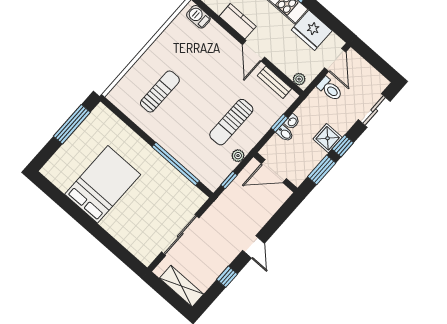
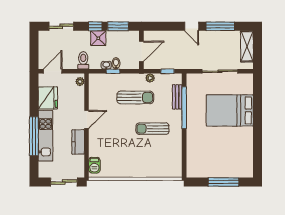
bench: (274, 82) -> (177, 97), moved
toilet: (330, 89) -> (83, 60), moved
sun lounger: (160, 92) -> (152, 129), moved
window: (72, 124) -> (223, 182), moved
door: (274, 171) -> (141, 51), hinge flipped
bed: (103, 184) -> (230, 110), moved
door: (254, 247) -> (192, 26), swing flipped
window: (227, 277) -> (220, 26), width x2.17

